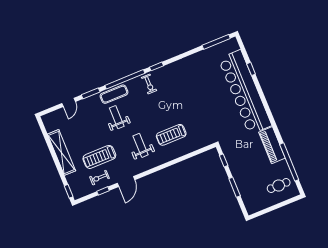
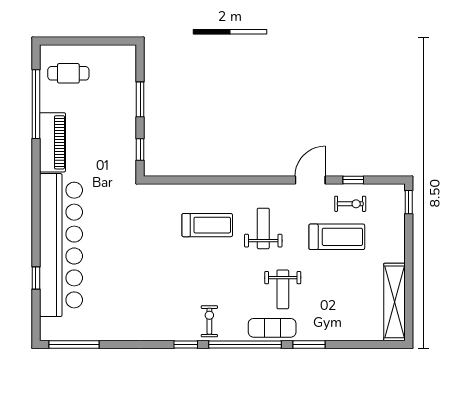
door: (69, 102) -> (350, 344), removed
weight bench: (141, 145) -> (263, 228), turned 180
shelving: (62, 152) -> (394, 302), moved

